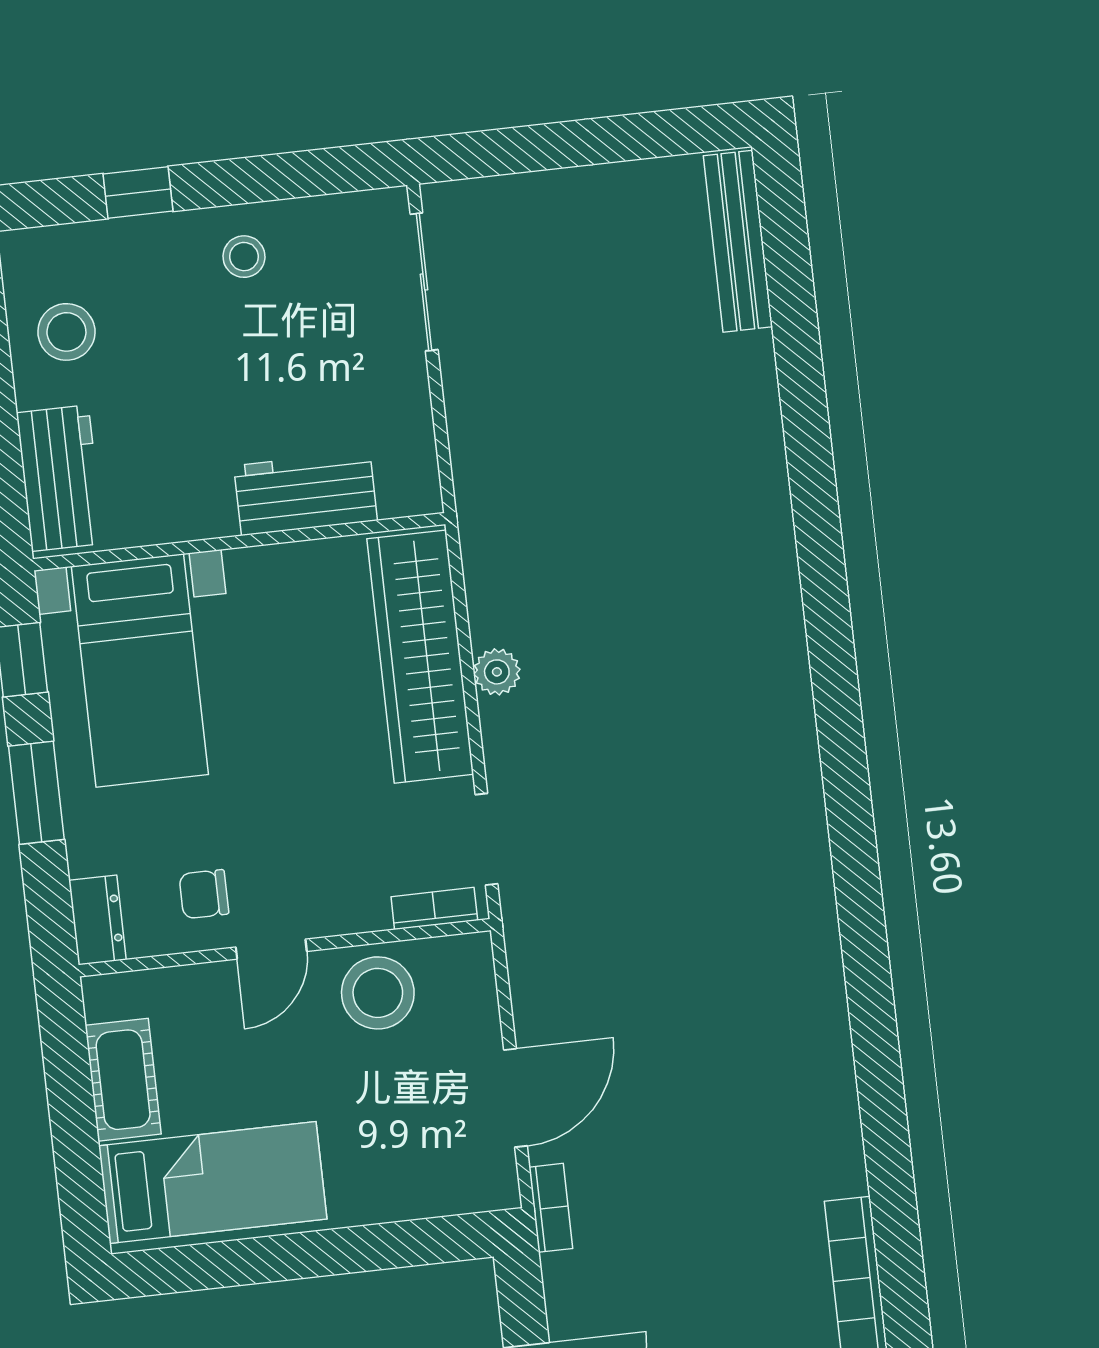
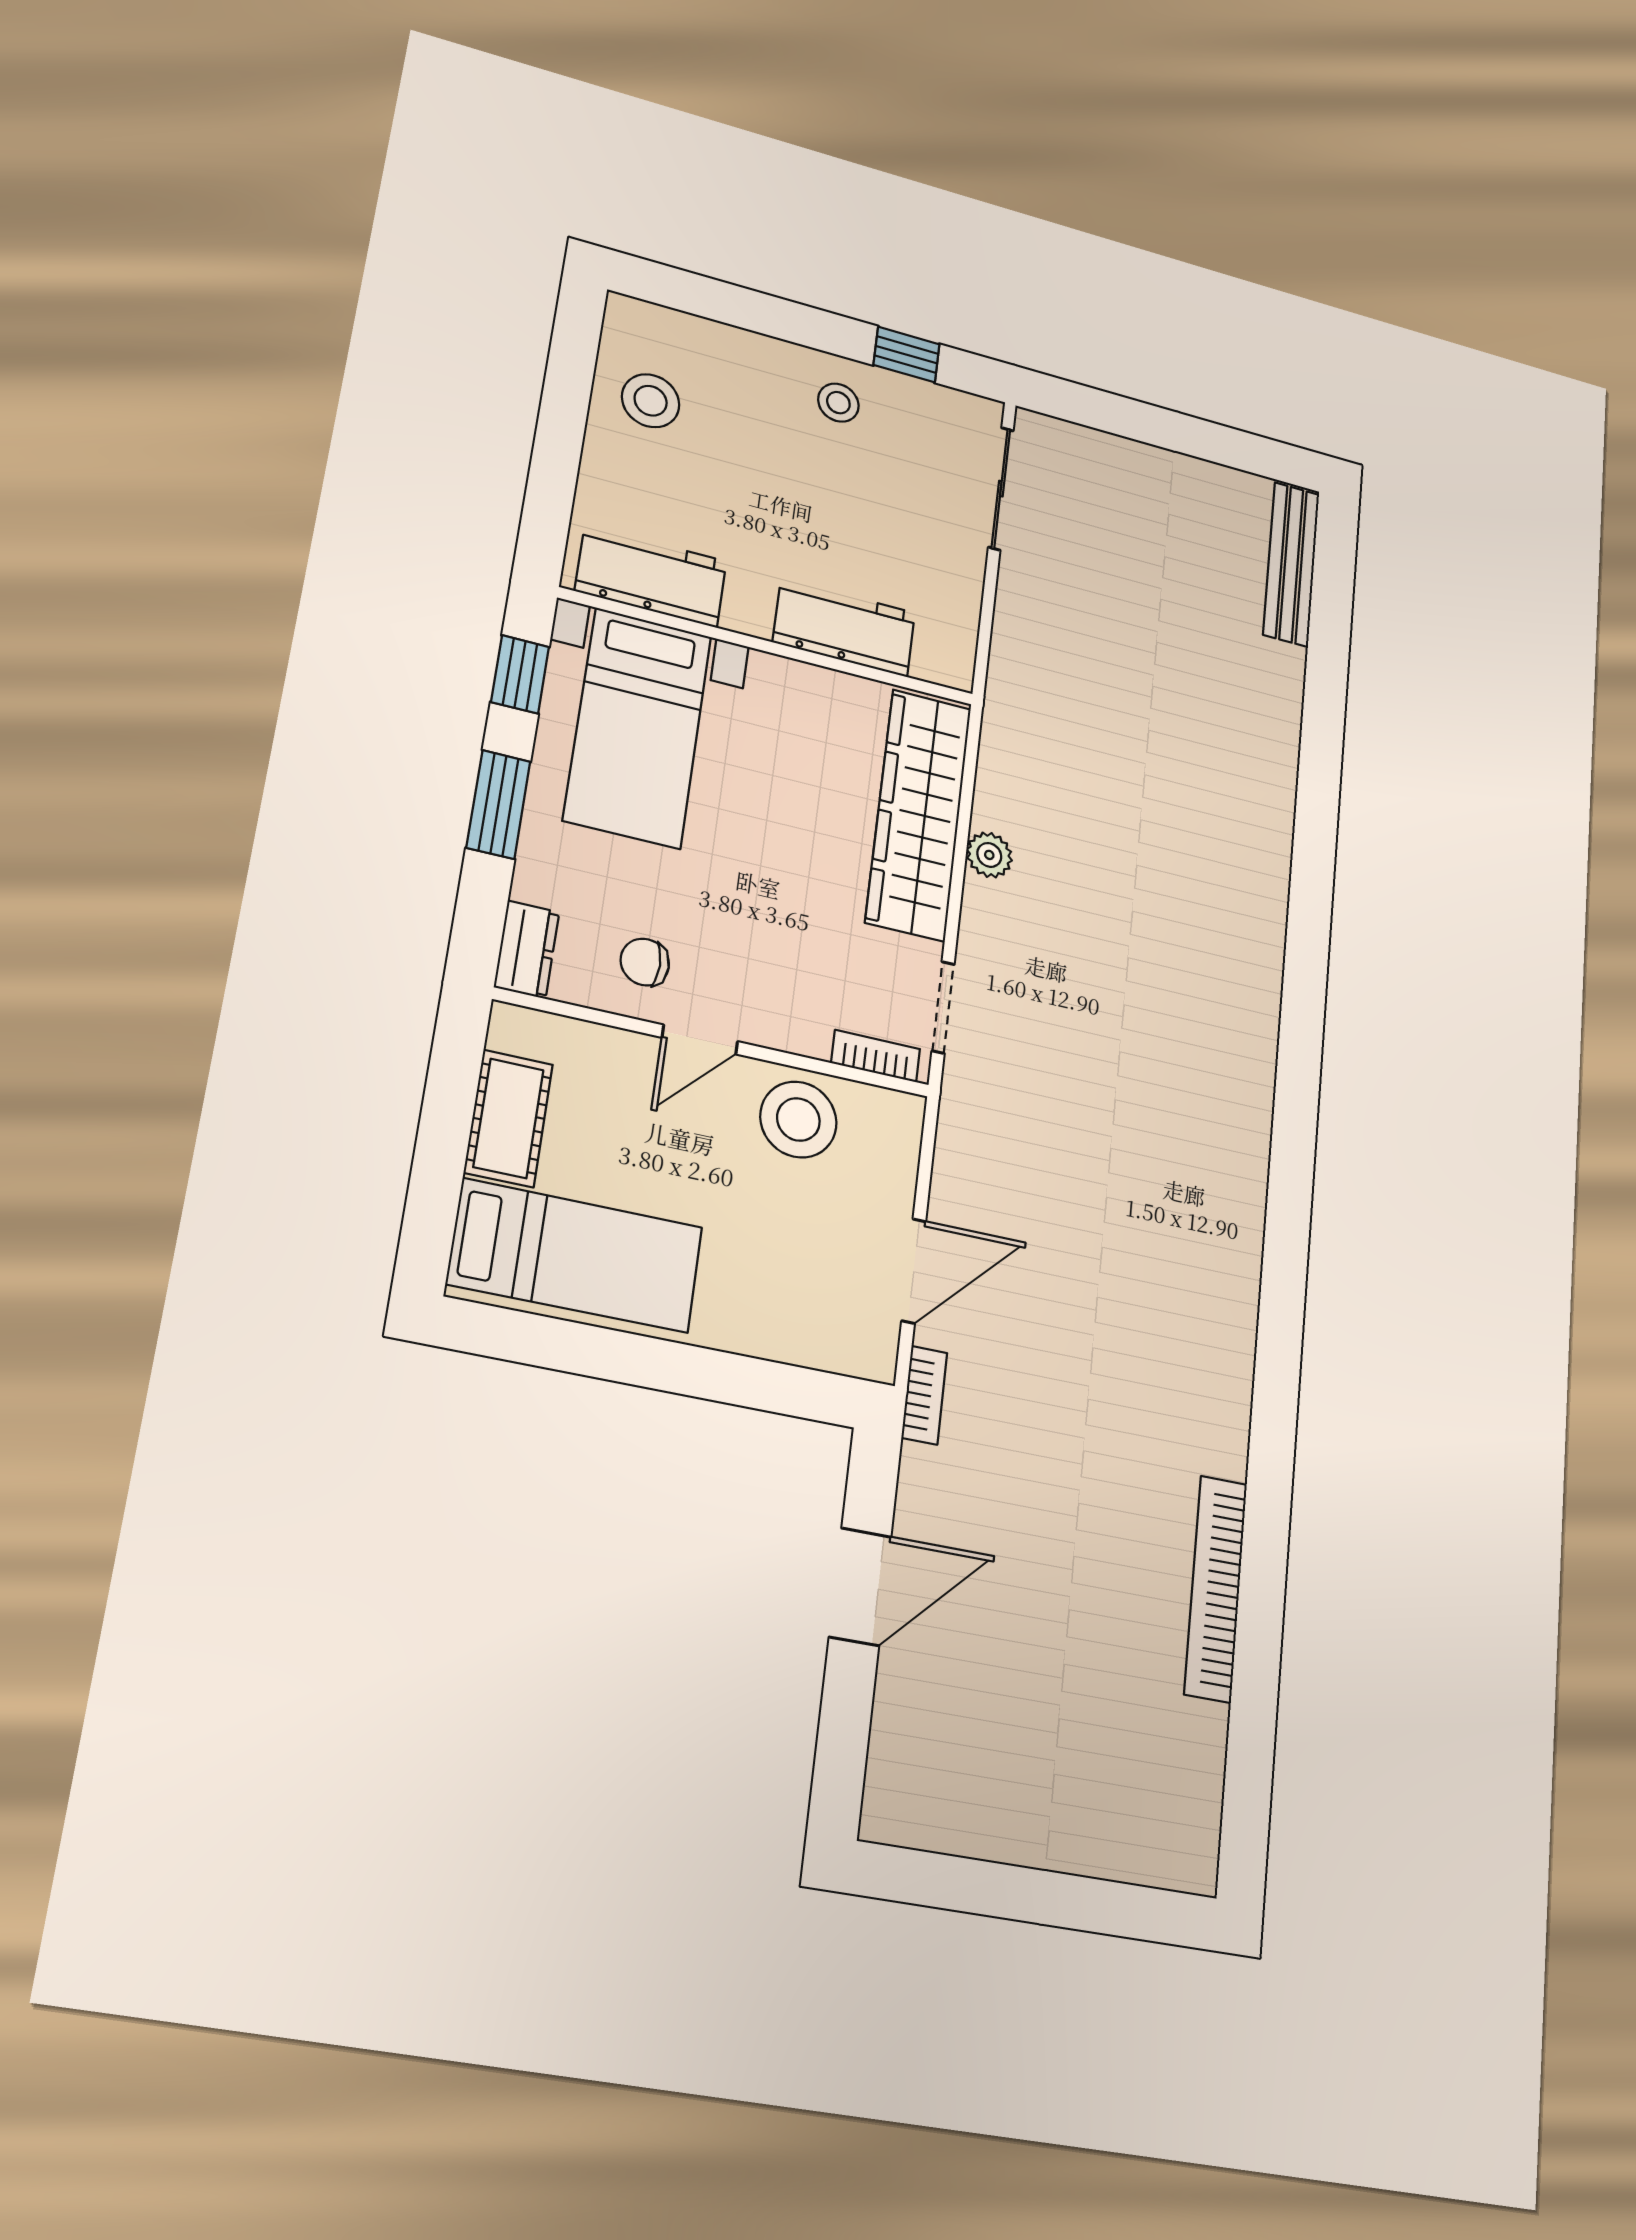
window: (138, 193) -> (906, 355), moved
workbench: (60, 478) -> (651, 576), moved, turned -90

